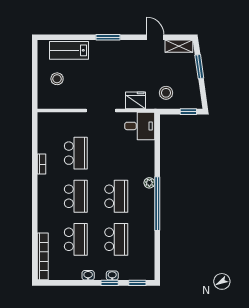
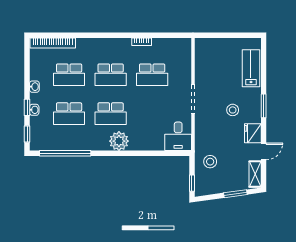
stool: (57, 79) -> (233, 110), moved
fridge: (135, 100) -> (253, 133), moved, turned 180
plant: (149, 183) -> (119, 141), width x1.88, depth x1.88
window: (157, 204) -> (65, 153), moved

